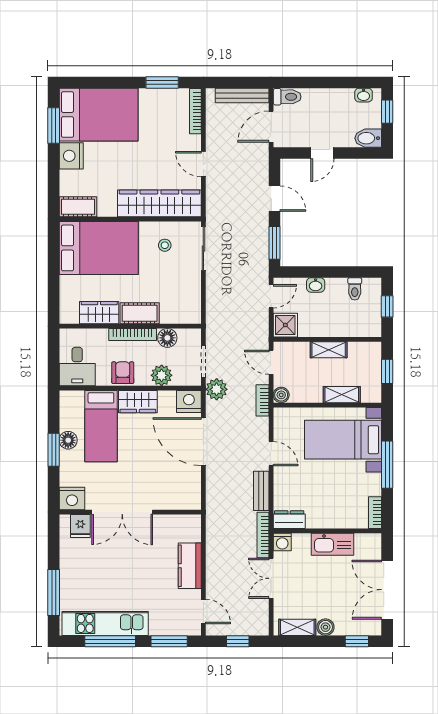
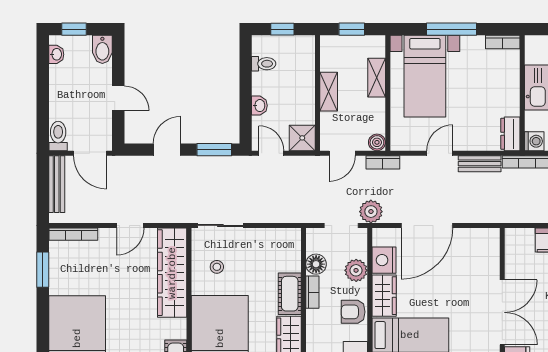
bookcase: (133, 334) -> (312, 292), width x0.64
nightstand: (189, 401) -> (384, 260), moved

